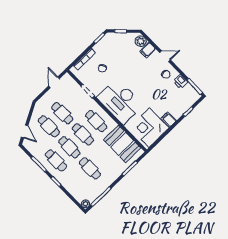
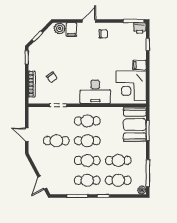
door: (54, 82) -> (27, 135), moved
printer: (181, 82) -> (140, 28), moved
desk: (120, 101) -> (95, 92), width x0.73, depth x0.77
cafe table: (49, 126) -> (118, 180), moved
door: (25, 131) -> (42, 183), swing flipped
booth: (122, 144) -> (135, 125), moved, turned 90

